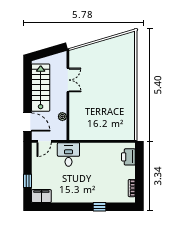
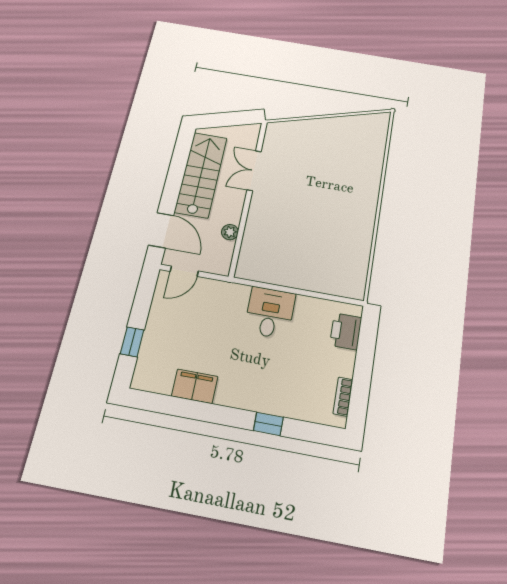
double door: (68, 80) -> (254, 171), swing flipped
desk: (68, 154) -> (270, 313), moved
filing cabinet: (41, 196) -> (195, 386), moved

